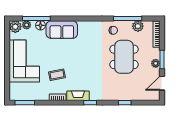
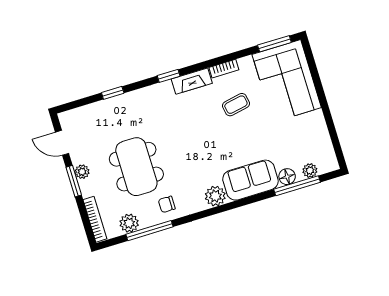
plant: (15, 27) -> (215, 196), moved
corner sofa: (24, 61) -> (287, 81), moved
door: (162, 83) -> (62, 143), swing flipped

